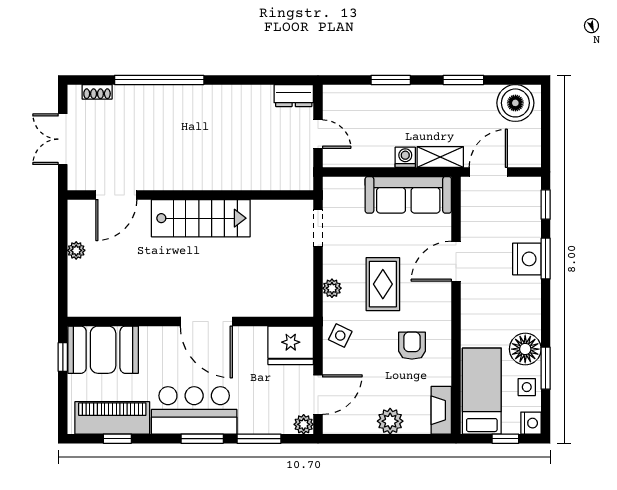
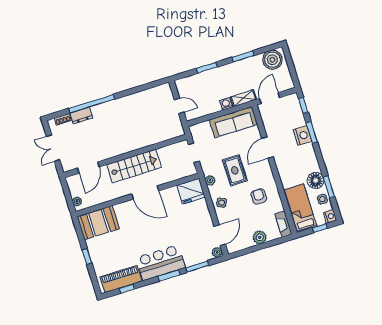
dresser: (294, 96) -> (81, 116), moved
wall: (190, 321) -> (137, 195), moved
door: (206, 321) -> (145, 192), moved
fridge: (291, 345) -> (191, 191), moved
booth: (103, 350) -> (98, 223), moved

